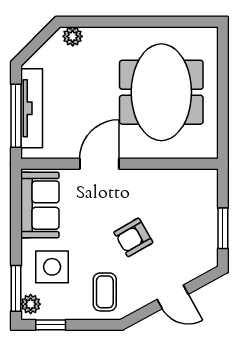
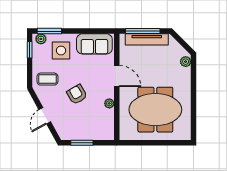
plant: (150, 178) -> (109, 103), added

